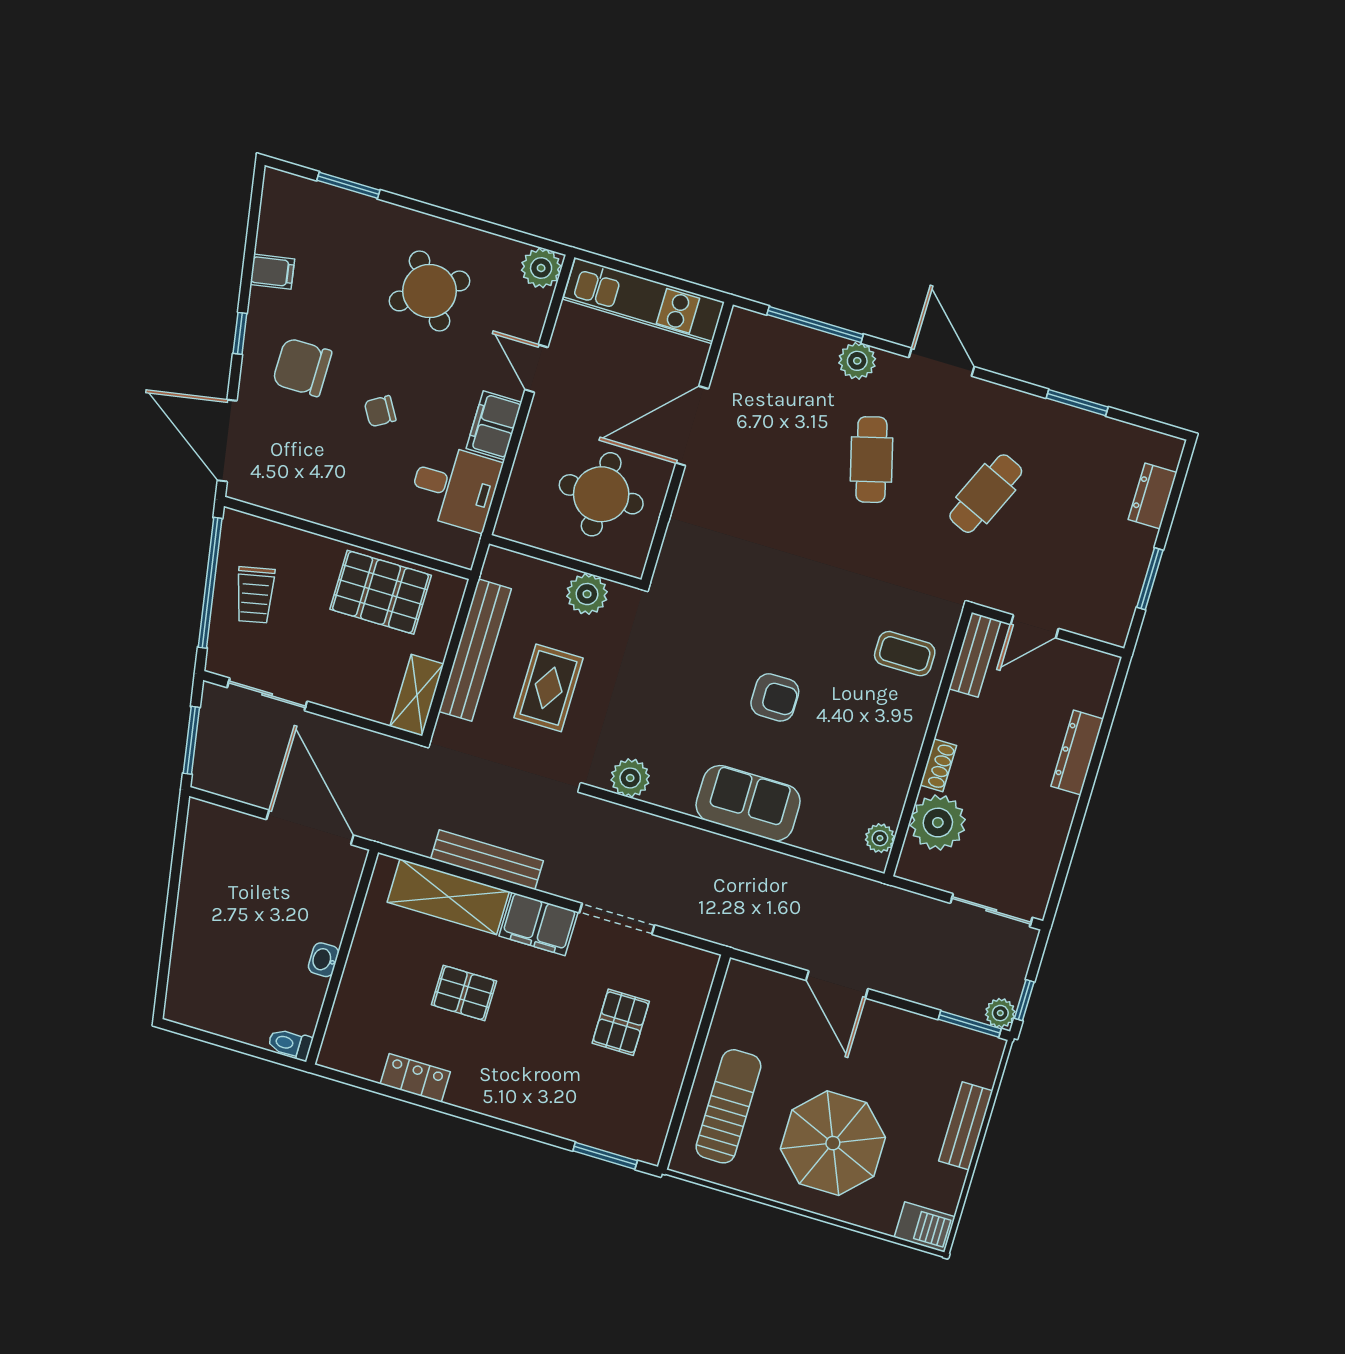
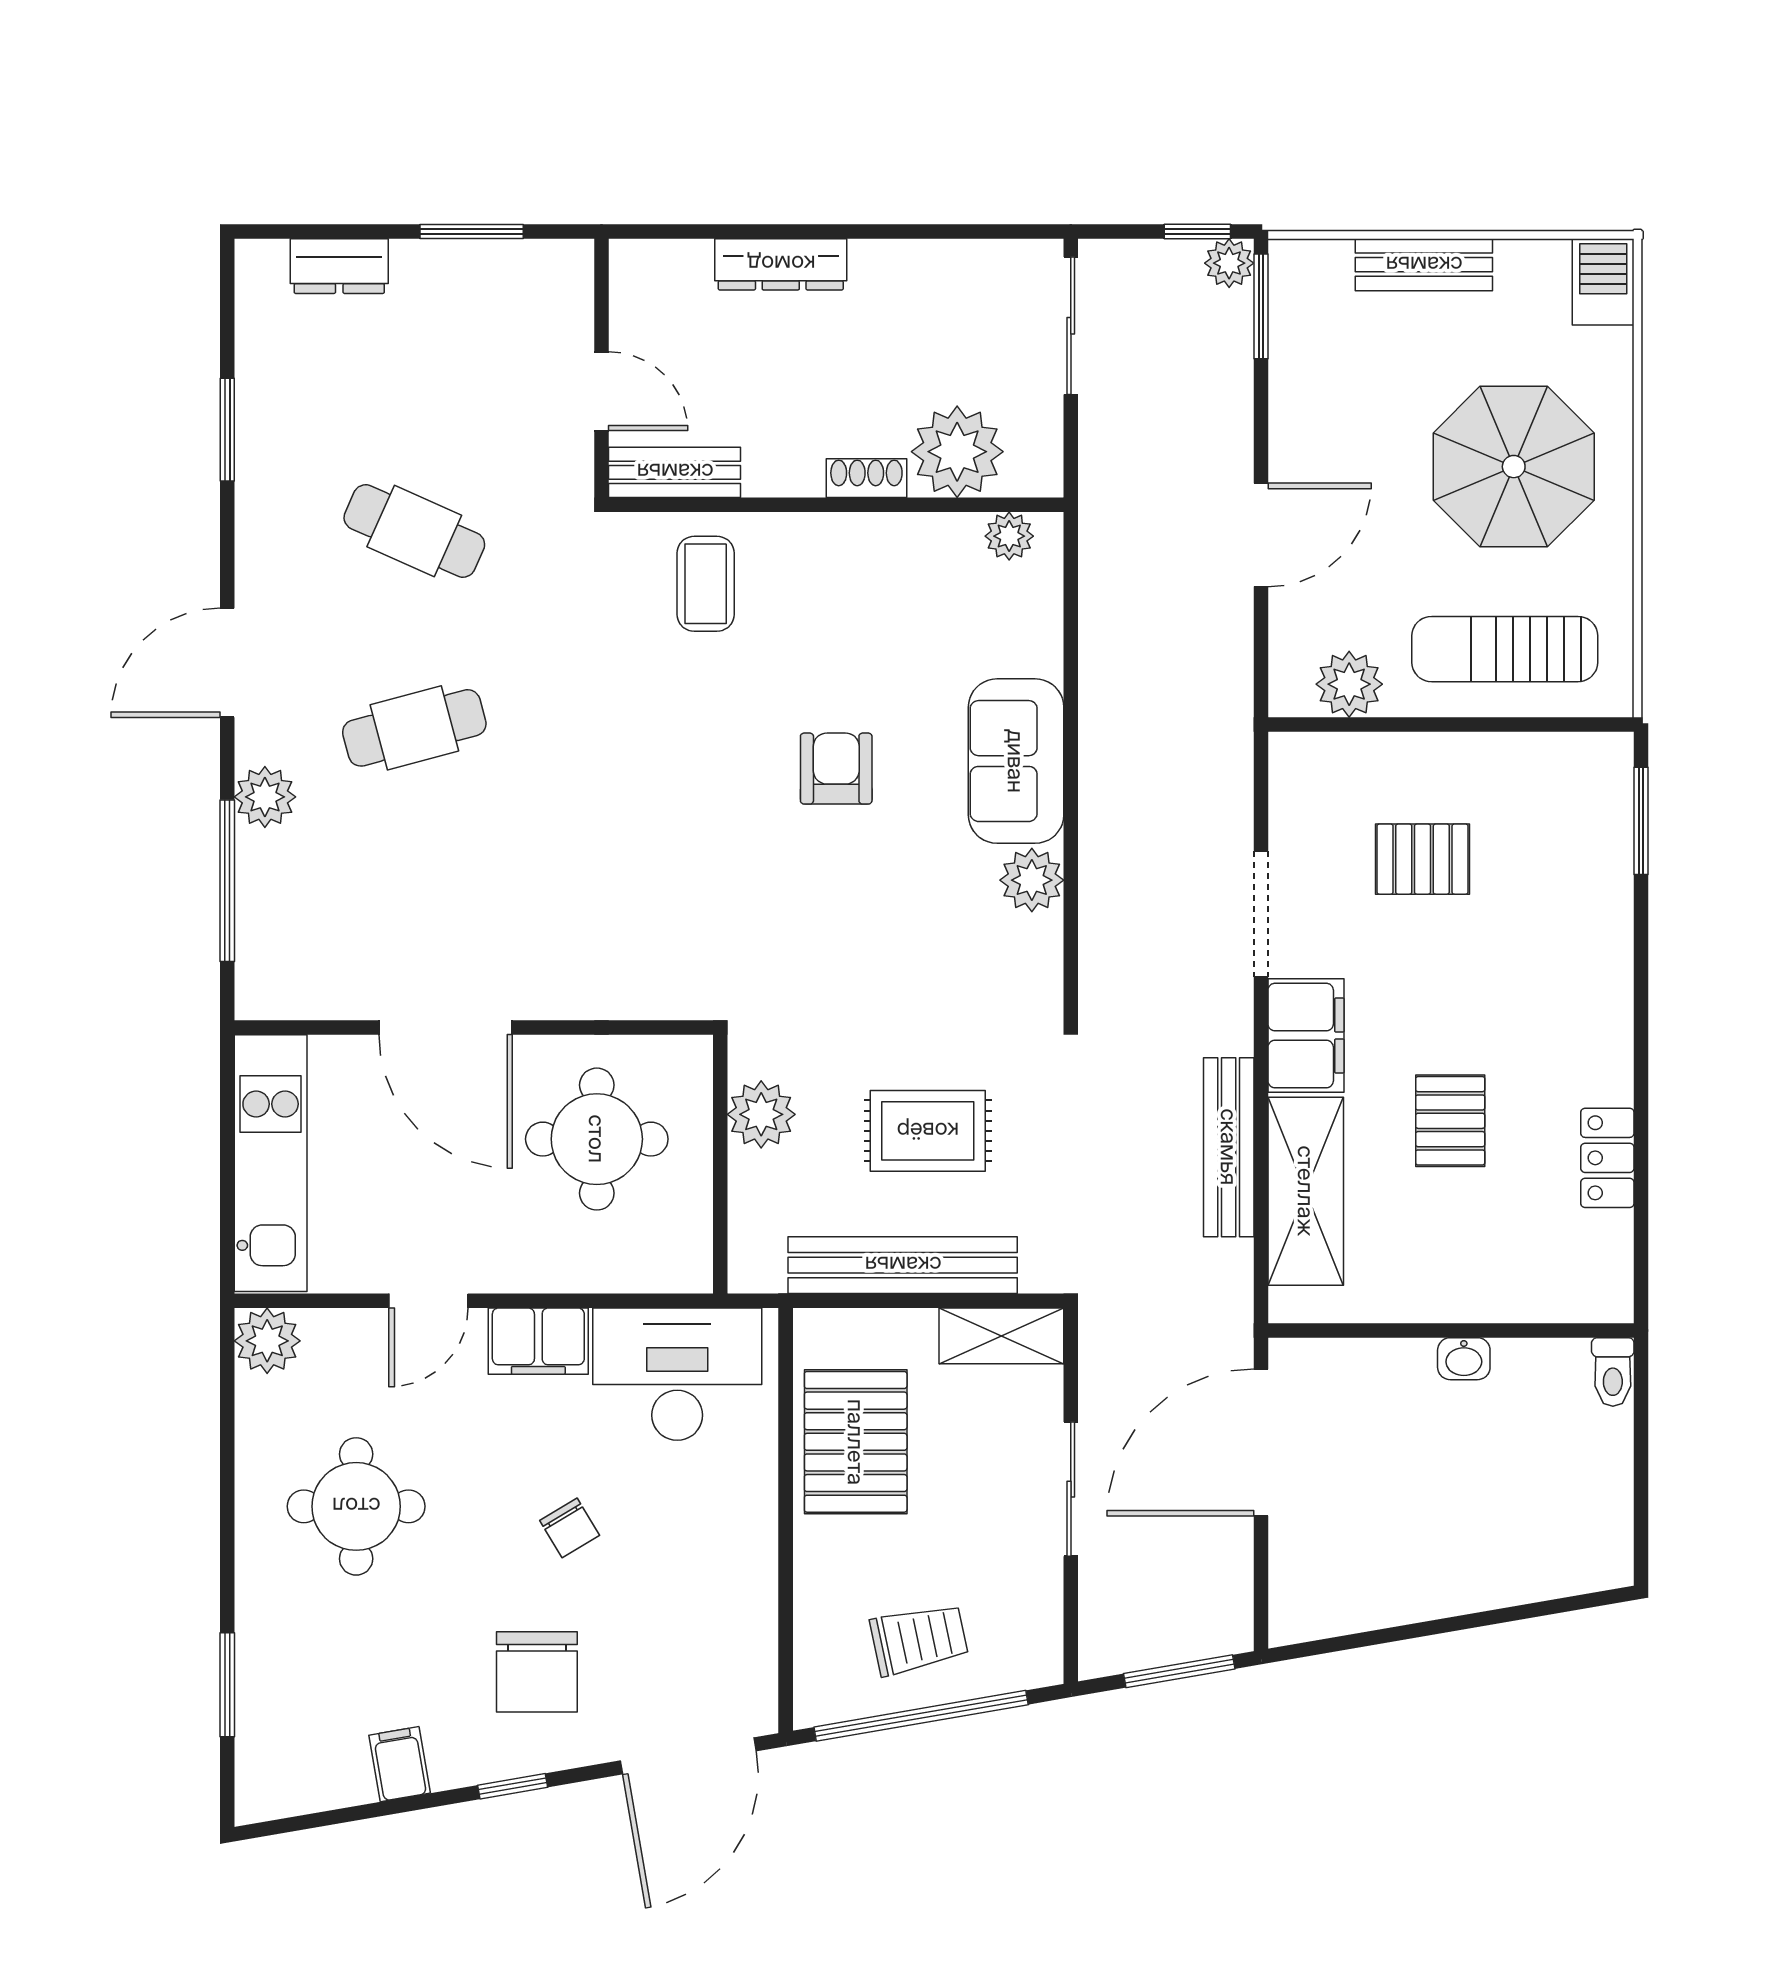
round table: (430, 291) -> (356, 1506), turned 35
desk: (455, 487) -> (677, 1374), width x1.37
sliding door: (267, 694) -> (1071, 1489), moved
plant: (630, 778) -> (1032, 880), moved
plant: (735, 1010) -> (1349, 684), added

